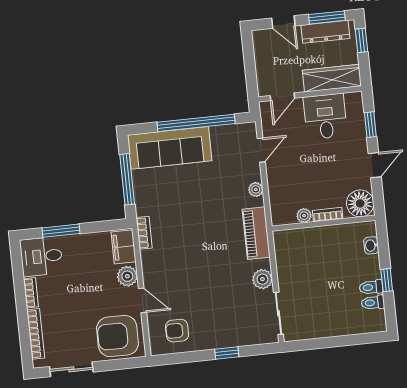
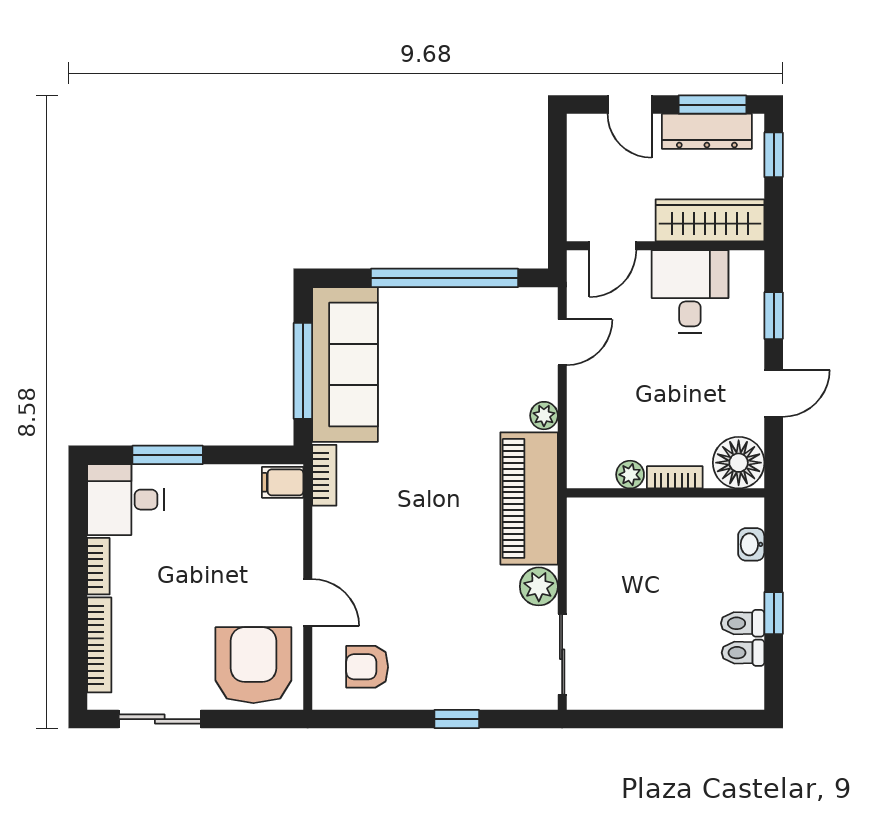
sofa: (170, 148) -> (345, 364), moved, turned -90
piano: (256, 233) -> (529, 498), width x1.37, depth x1.33
filing cabinet: (124, 247) -> (283, 482), width x0.50
plant: (127, 276) -> (284, 554), removed
armchair: (117, 336) -> (253, 665), turned 90

